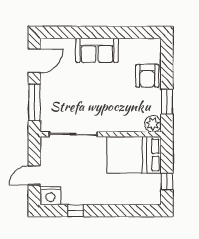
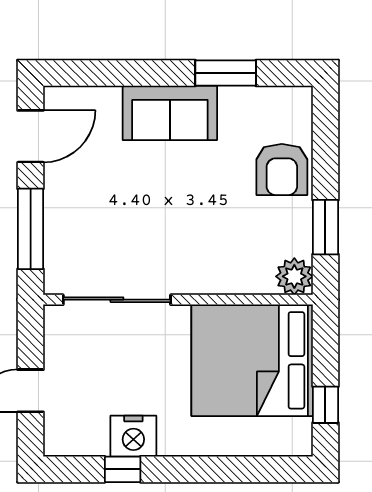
window: (122, 32) -> (226, 73), added
bed: (134, 155) -> (252, 360), width x1.36
nightstand: (50, 196) -> (133, 436), moved

